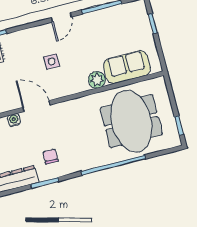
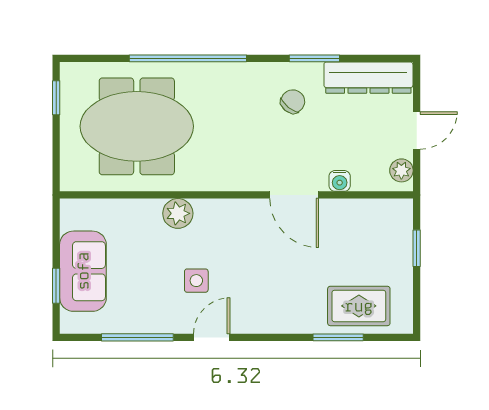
side table: (52, 61) -> (196, 281), moved
sofa: (127, 67) -> (83, 271), moved, turned -90
meeting table: (131, 121) -> (137, 126), turned 90
chair: (50, 156) -> (293, 101), turned -141

